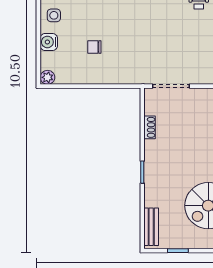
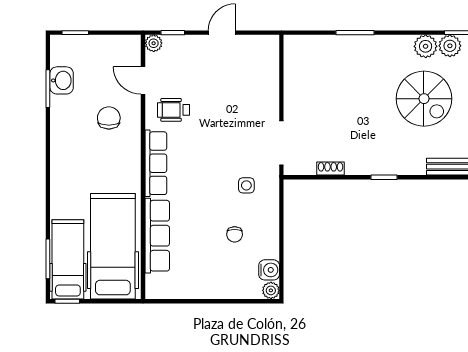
side table: (54, 15) -> (246, 185), moved
water cooler: (49, 42) -> (269, 270), moved, turned -90

